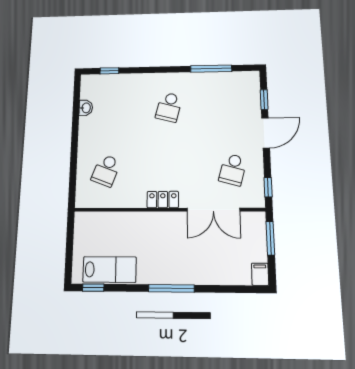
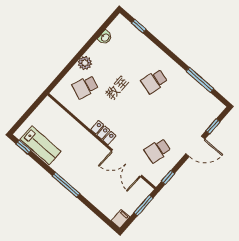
plant: (86, 148) -> (85, 63), added

